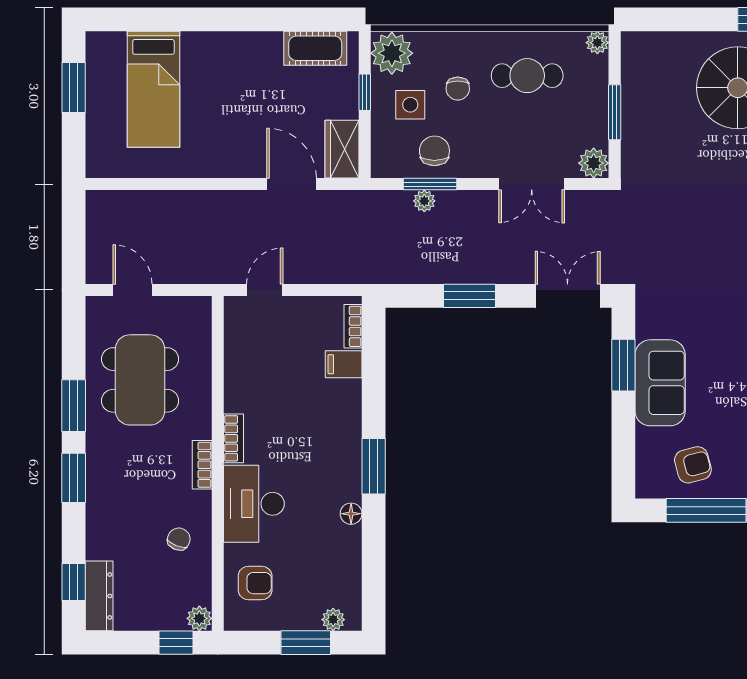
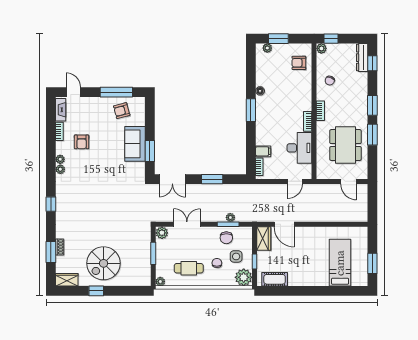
desk: (254, 504) -> (299, 148), moved

